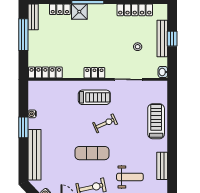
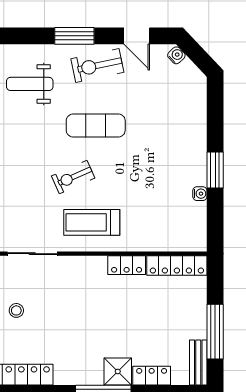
locker: (94, 73) -> (127, 265), moved
bench: (34, 155) -> (196, 122), removed

